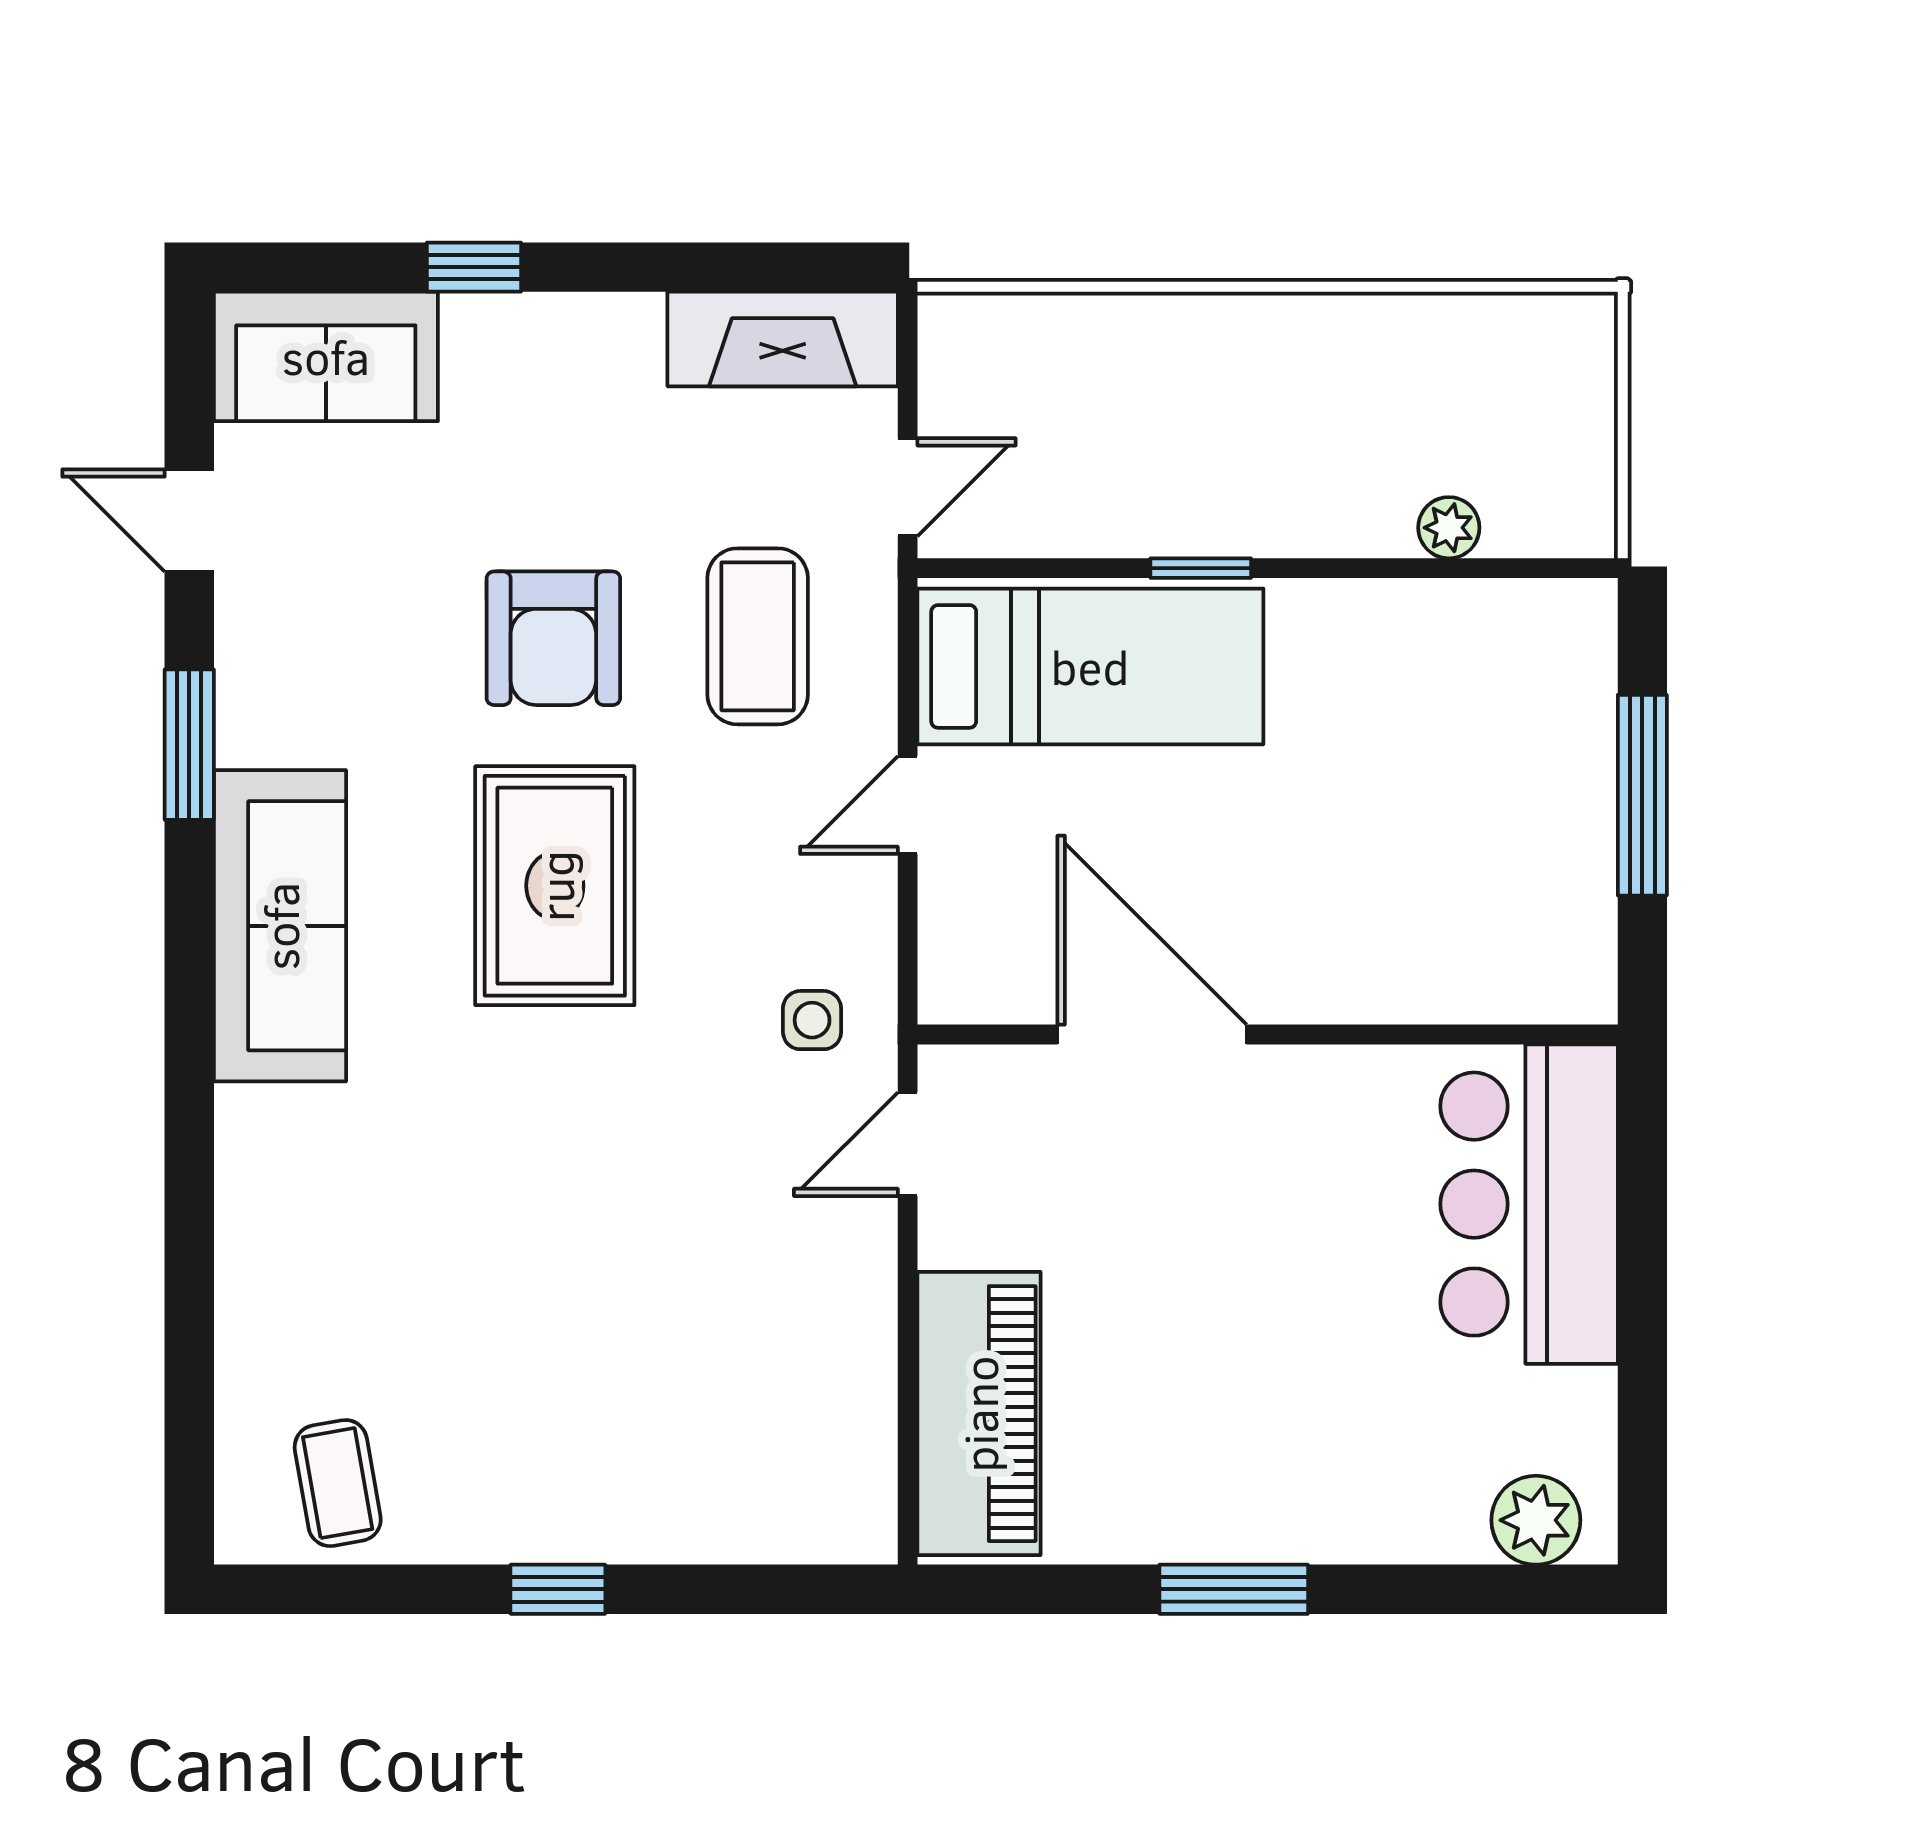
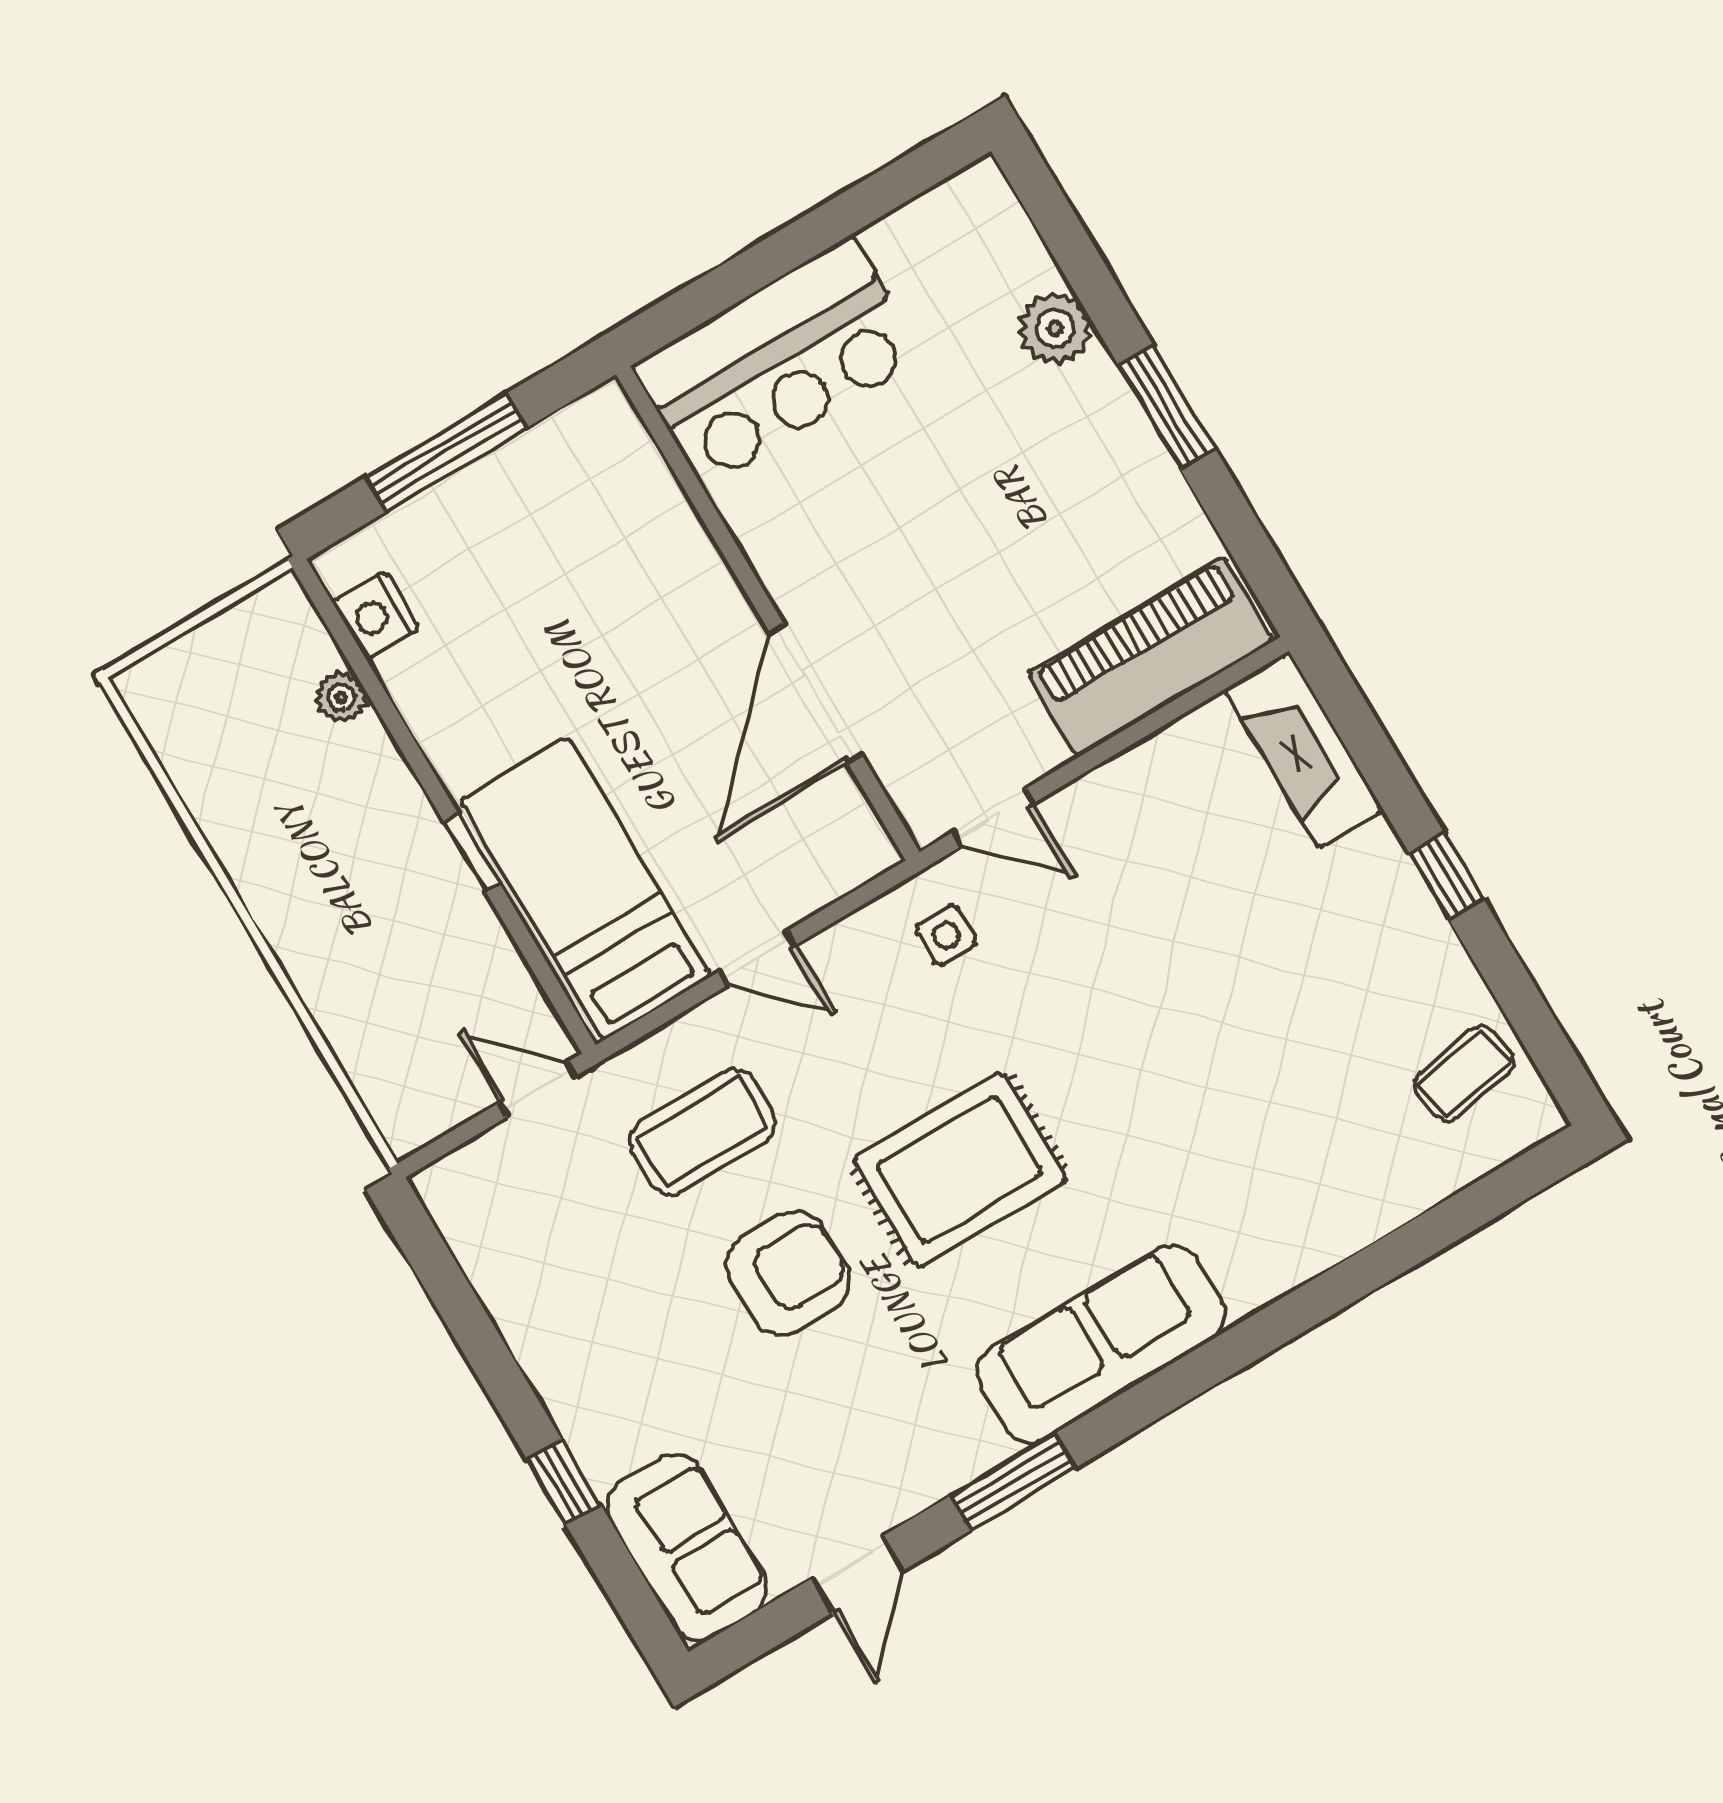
fireplace: (783, 339) -> (1304, 750), moved, turned 180
nightstand: (1514, 617) -> (376, 615), added
plant: (1536, 1520) -> (1055, 328), moved

